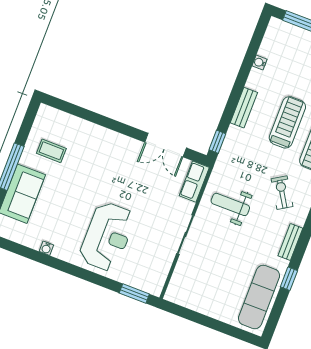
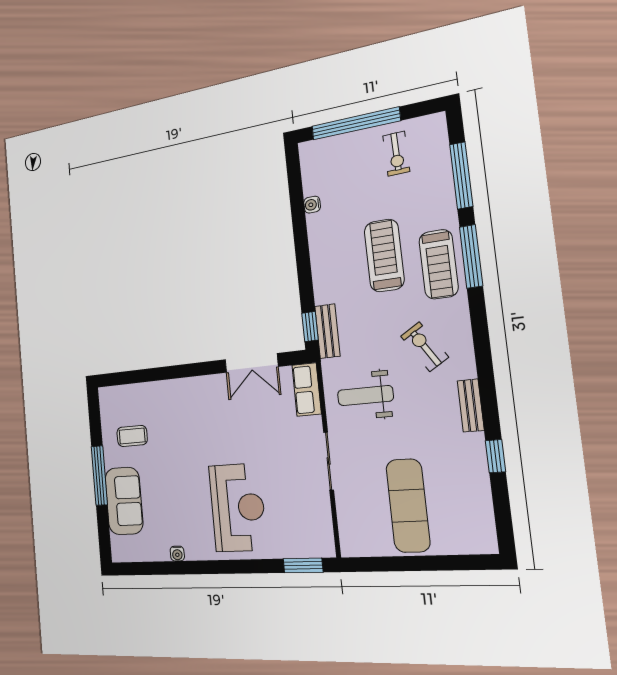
bench: (244, 108) -> (327, 331), moved
exercise mat: (259, 297) -> (408, 506), moved

